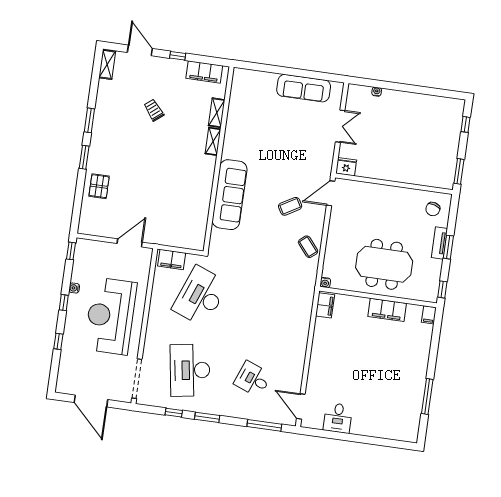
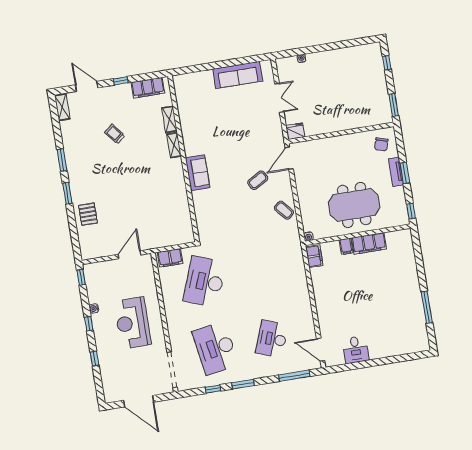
sofa: (230, 195) -> (198, 173), width x0.54, depth x0.79
filing cabinet: (429, 315) -> (346, 246), moved
reception desk: (110, 316) -> (133, 323), width x0.74, depth x0.77
desk: (253, 379) -> (272, 339), width x1.37

